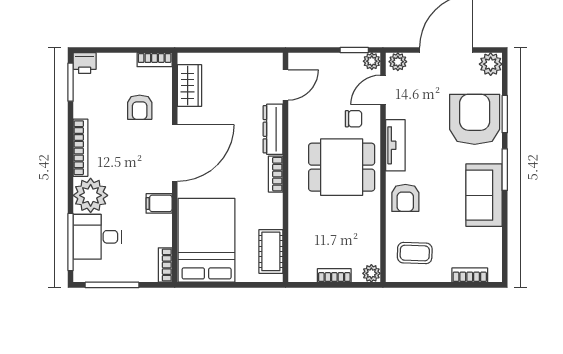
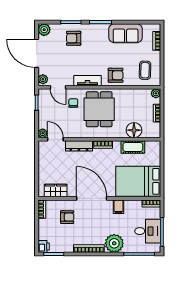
plant: (372, 61) -> (43, 133), moved
armchair: (475, 119) -> (74, 38), width x0.53, depth x0.53
sofa: (484, 195) -> (126, 33), moved
floor lamp: (302, 232) -> (134, 130), added
desk: (97, 237) -> (148, 231), moved, turned -90
cot: (271, 251) -> (133, 147), moved

